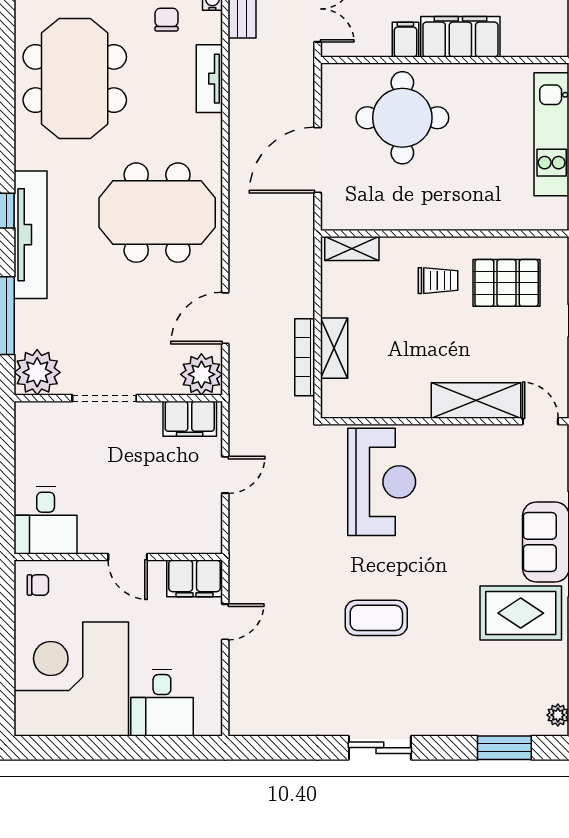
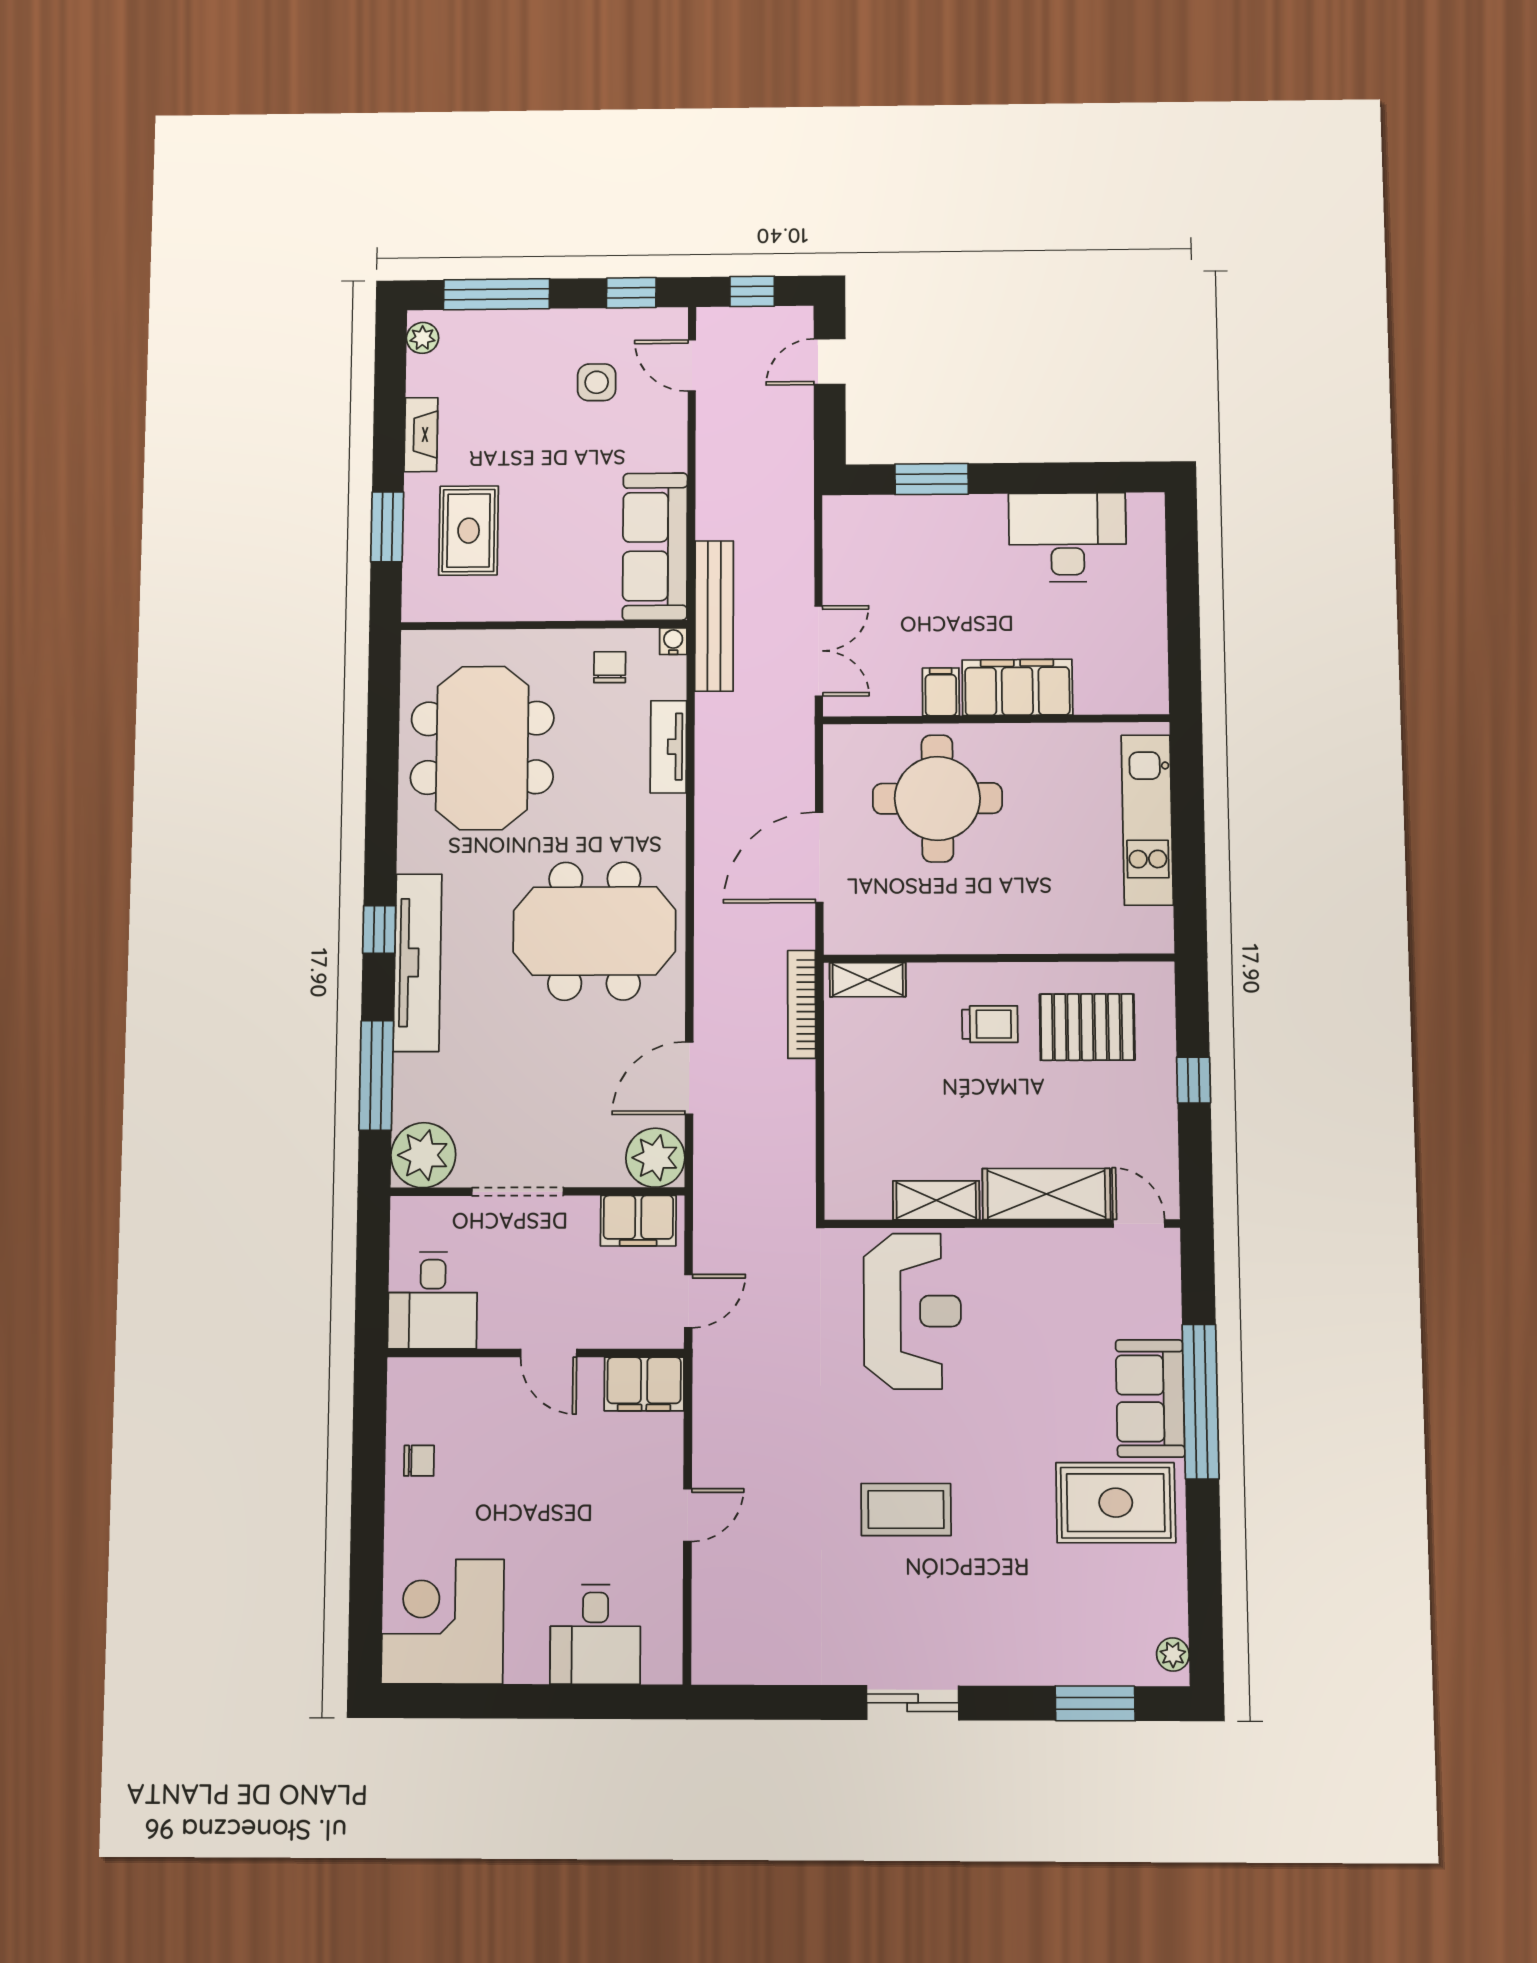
shelving: (334, 348) -> (936, 1200), moved, turned 90
bookcase: (305, 357) -> (802, 1004), moved
desk: (46, 520) -> (433, 1300), moved
wall: (118, 557) -> (535, 1353), moved
door: (128, 557) -> (549, 1353), moved
filing cabinet: (195, 578) -> (644, 1384), moved
corner desk: (71, 679) -> (443, 1621), width x0.74, depth x0.74

